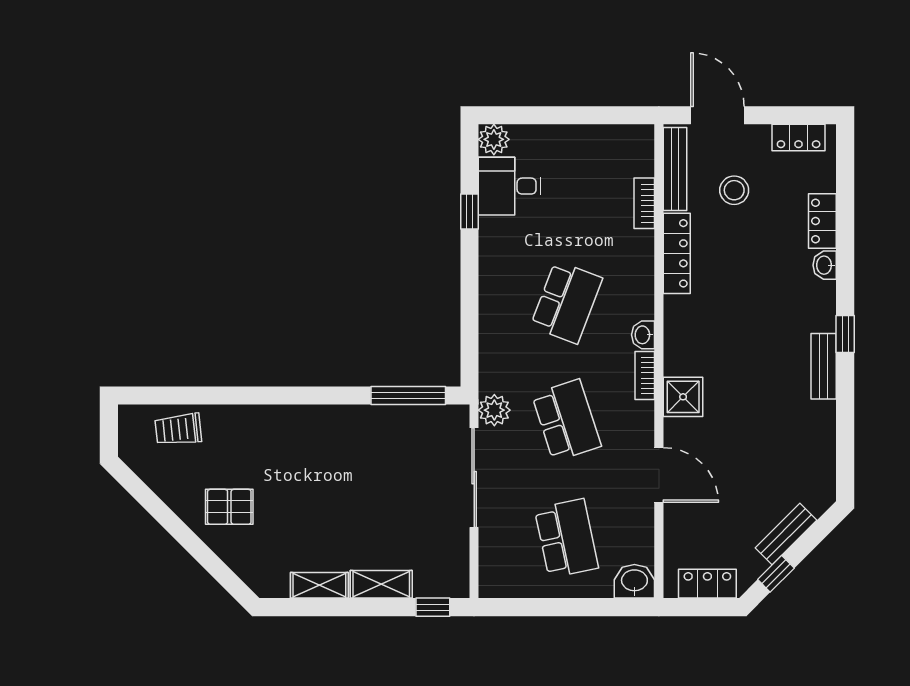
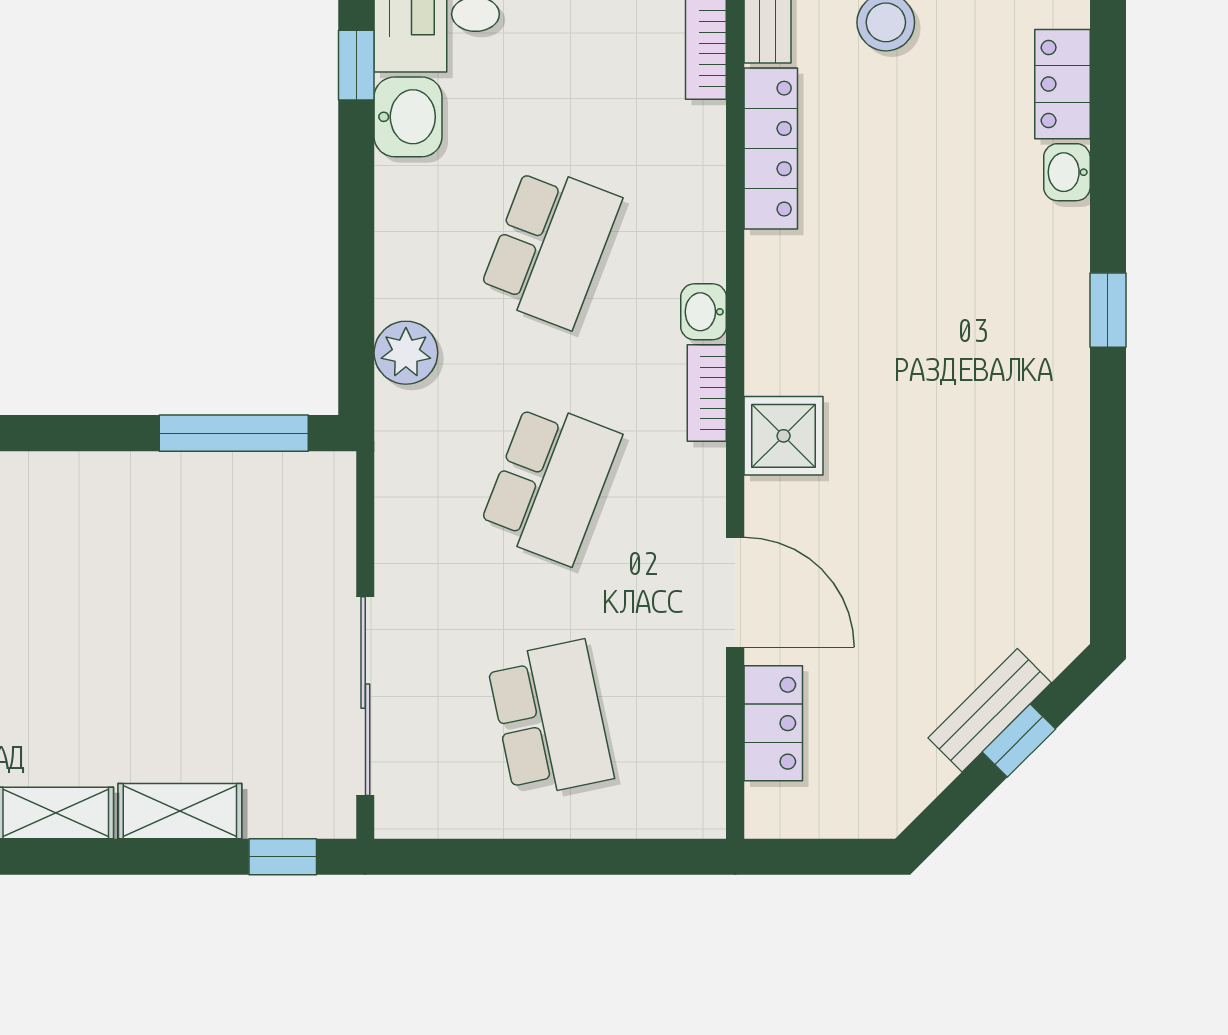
bench: (824, 366) -> (1065, 375), removed
plant: (494, 410) -> (406, 353), moved
school desk: (566, 420) -> (550, 483), turned 39
sliding door: (474, 478) -> (365, 696), moved
window: (776, 574) -> (1019, 741), moved
washbasin: (634, 581) -> (408, 117), moved, turned 90
locker: (707, 584) -> (773, 723), moved, turned 90

